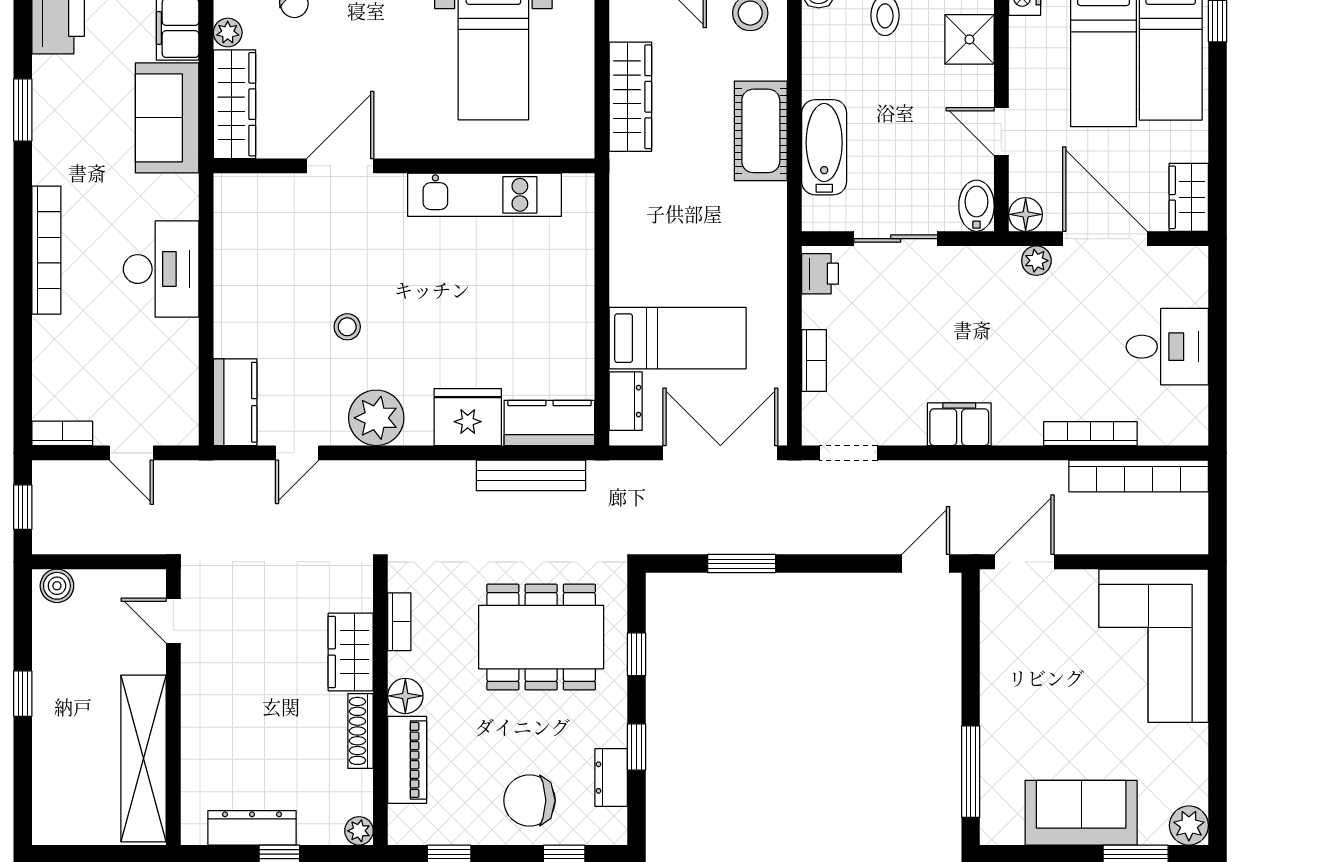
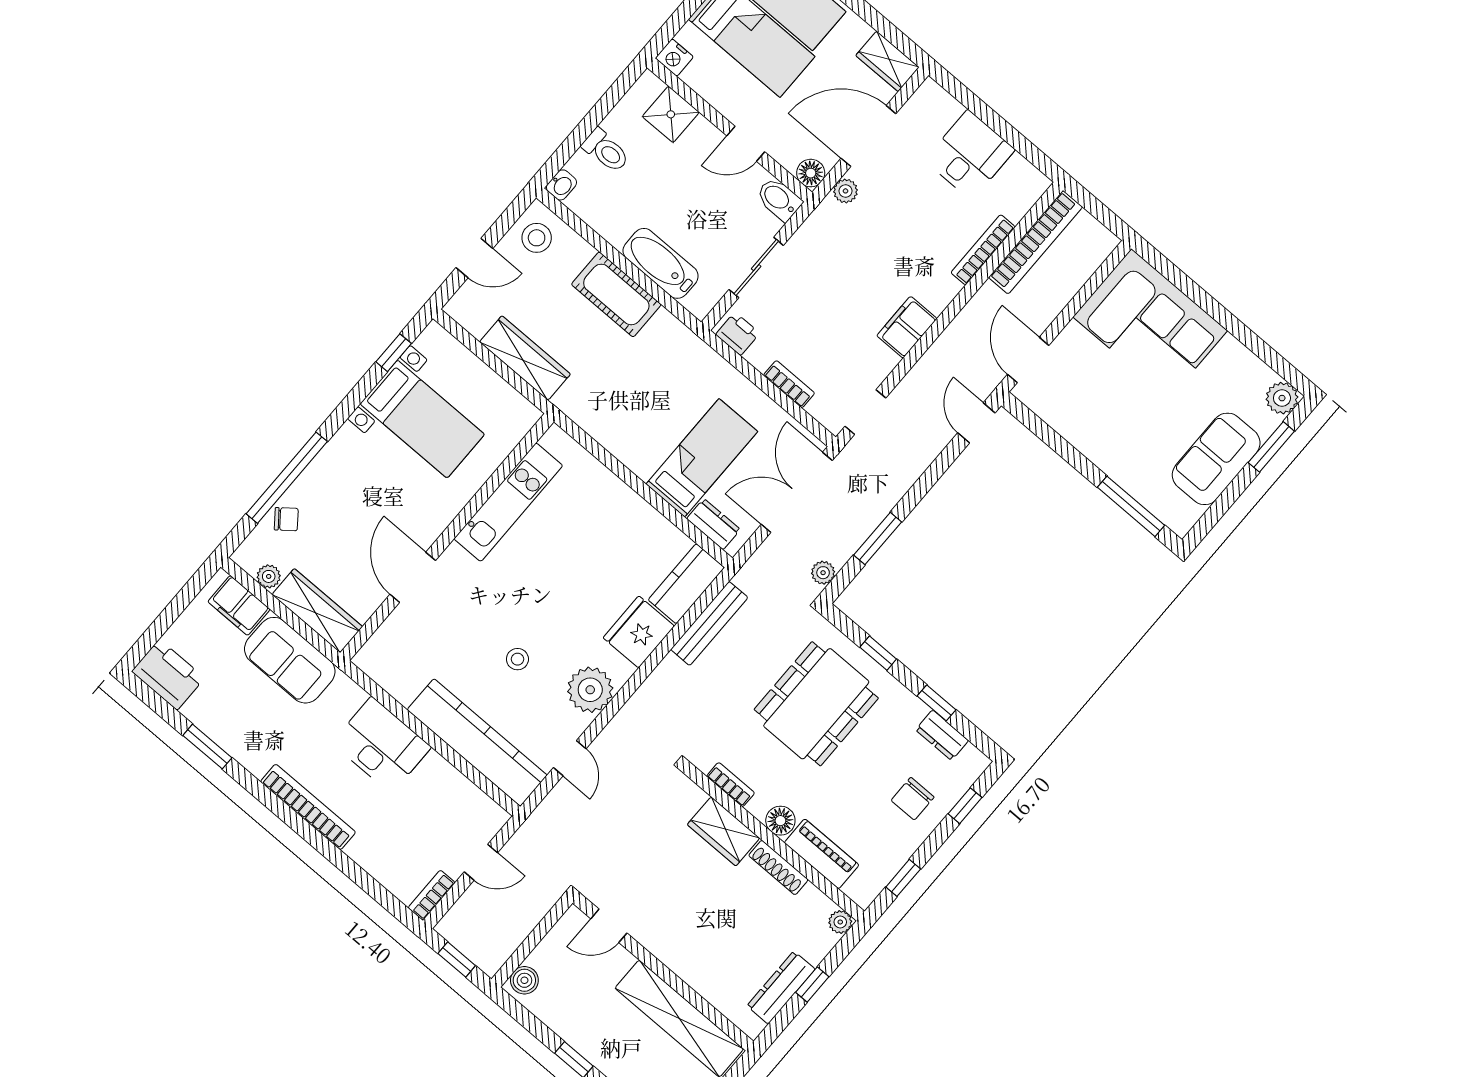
kitchen counter: (235, 402) -> (477, 742), width x2.08, depth x1.17
plant: (667, 540) -> (823, 573), added
chair: (529, 800) -> (913, 799), width x0.73, depth x0.73

